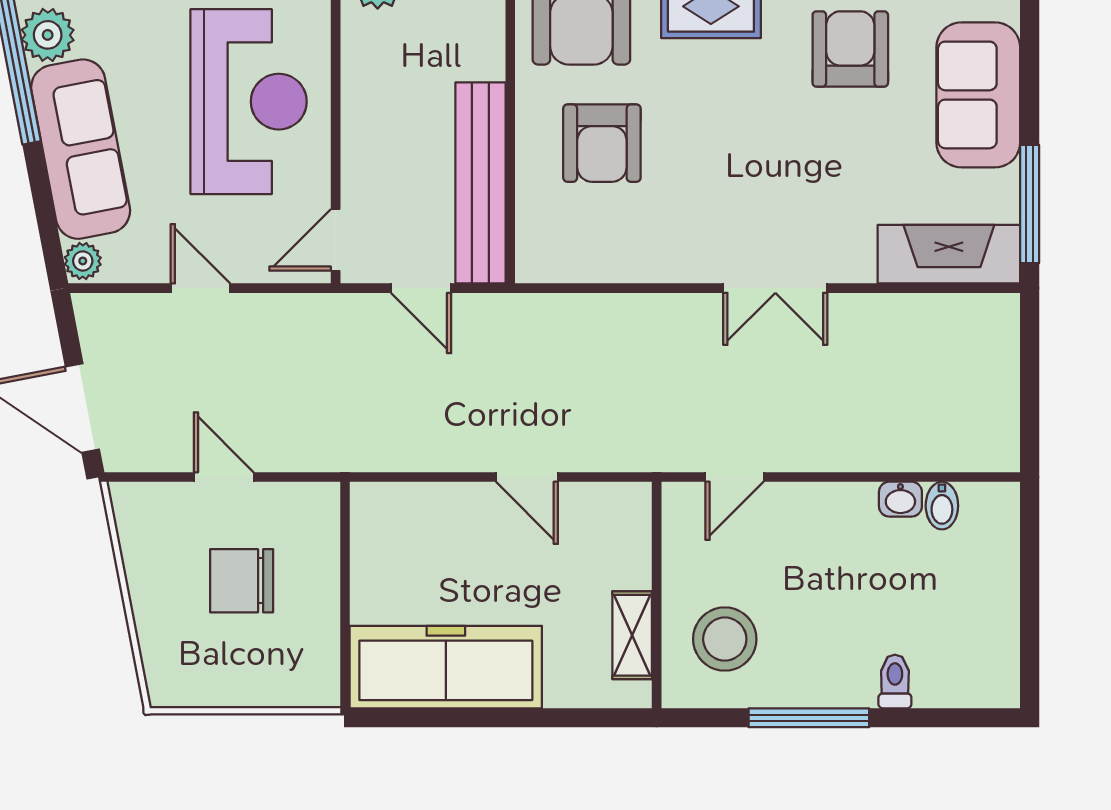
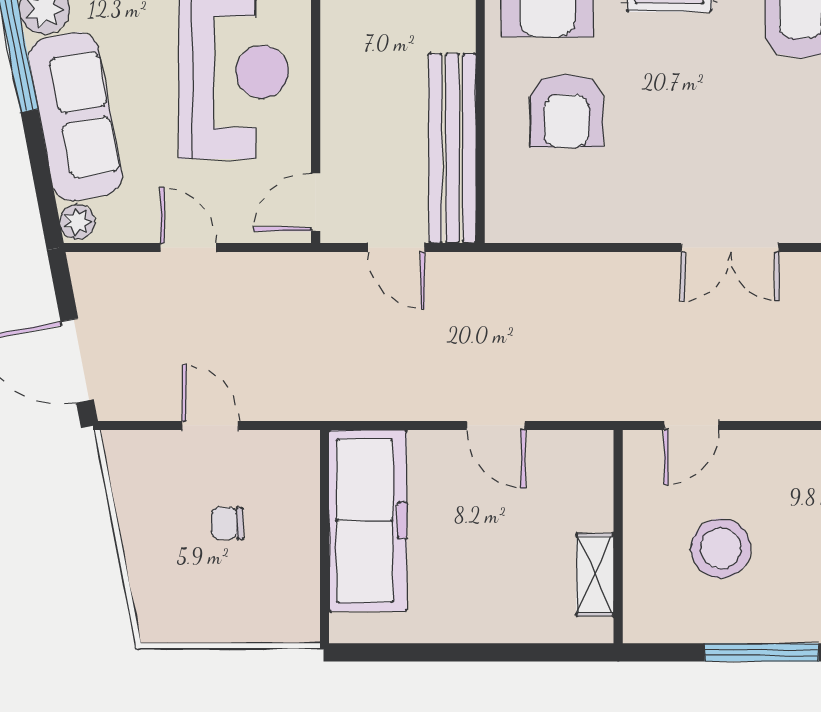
chair: (242, 581) -> (227, 523), width x0.54, depth x0.54
stool: (725, 639) -> (721, 548), moved
freezer: (446, 667) -> (368, 521), moved, turned 90

